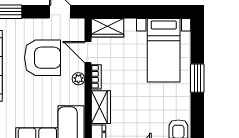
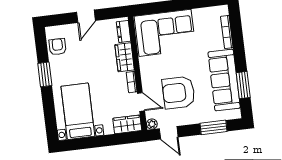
window: (197, 78) -> (45, 74), moved
plant: (78, 79) -> (152, 124), moved

